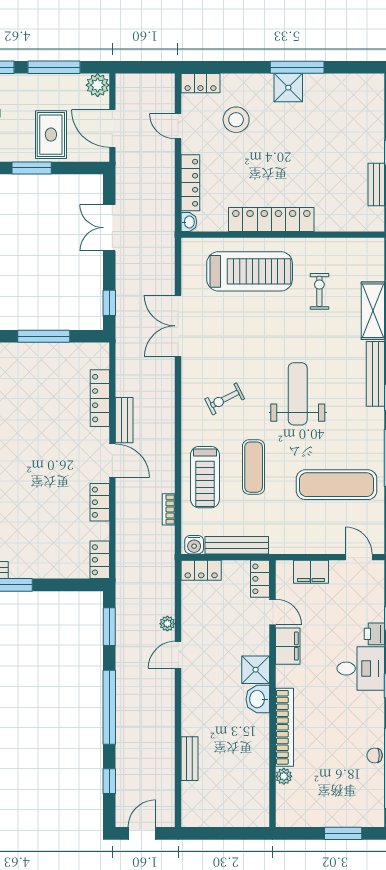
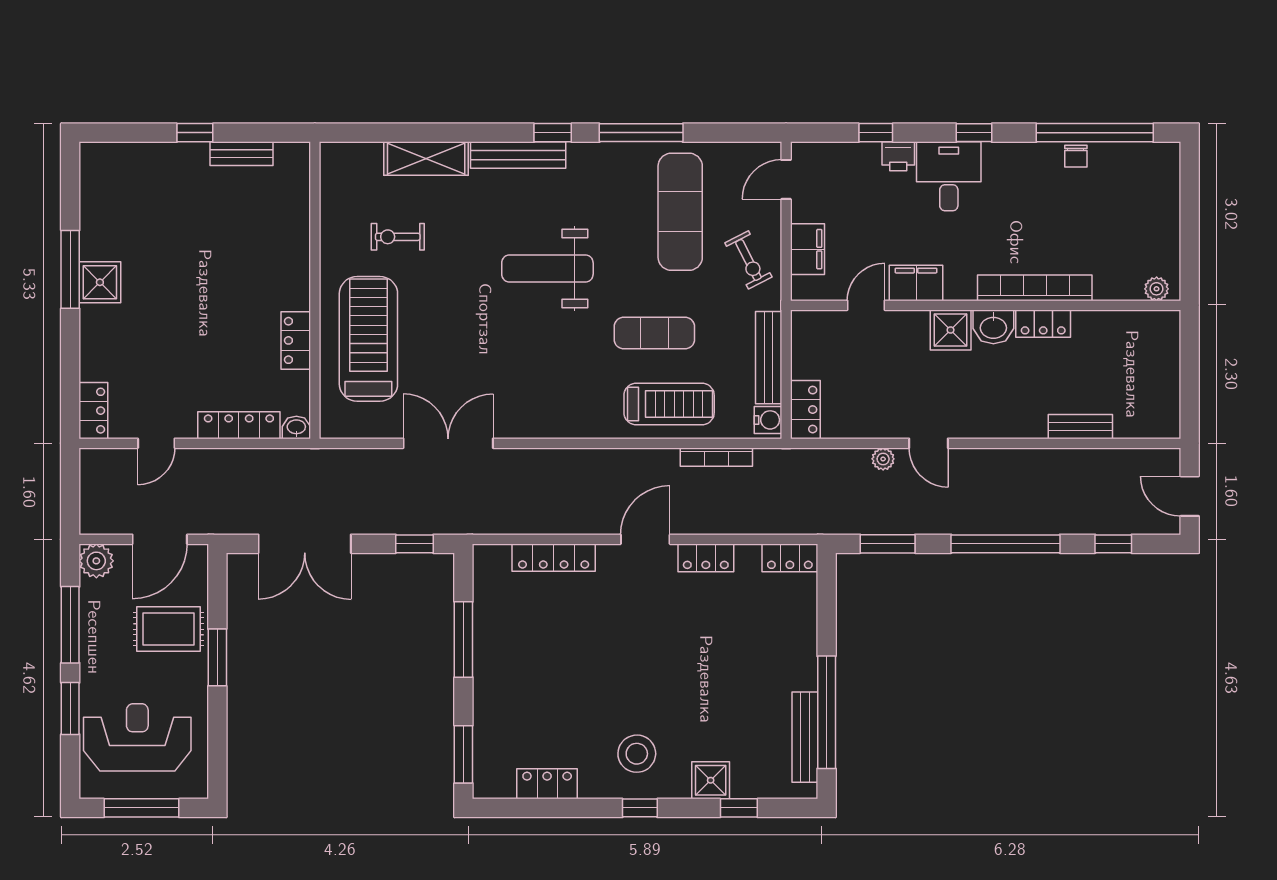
stool: (236, 120) -> (147, 359), removed
locker: (271, 220) -> (296, 340), width x0.46, depth x0.83
double door: (109, 228) -> (305, 544), width x1.37
double door: (178, 326) -> (448, 443), swing flipped
exercise bike: (225, 399) -> (748, 260), moved
bench: (124, 420) -> (586, 522), removed
bookcase: (169, 509) -> (716, 457), width x1.56
locker: (260, 579) -> (1043, 324), moved
plant: (284, 776) -> (1157, 289), moved
window: (343, 833) -> (1190, 202), removed

